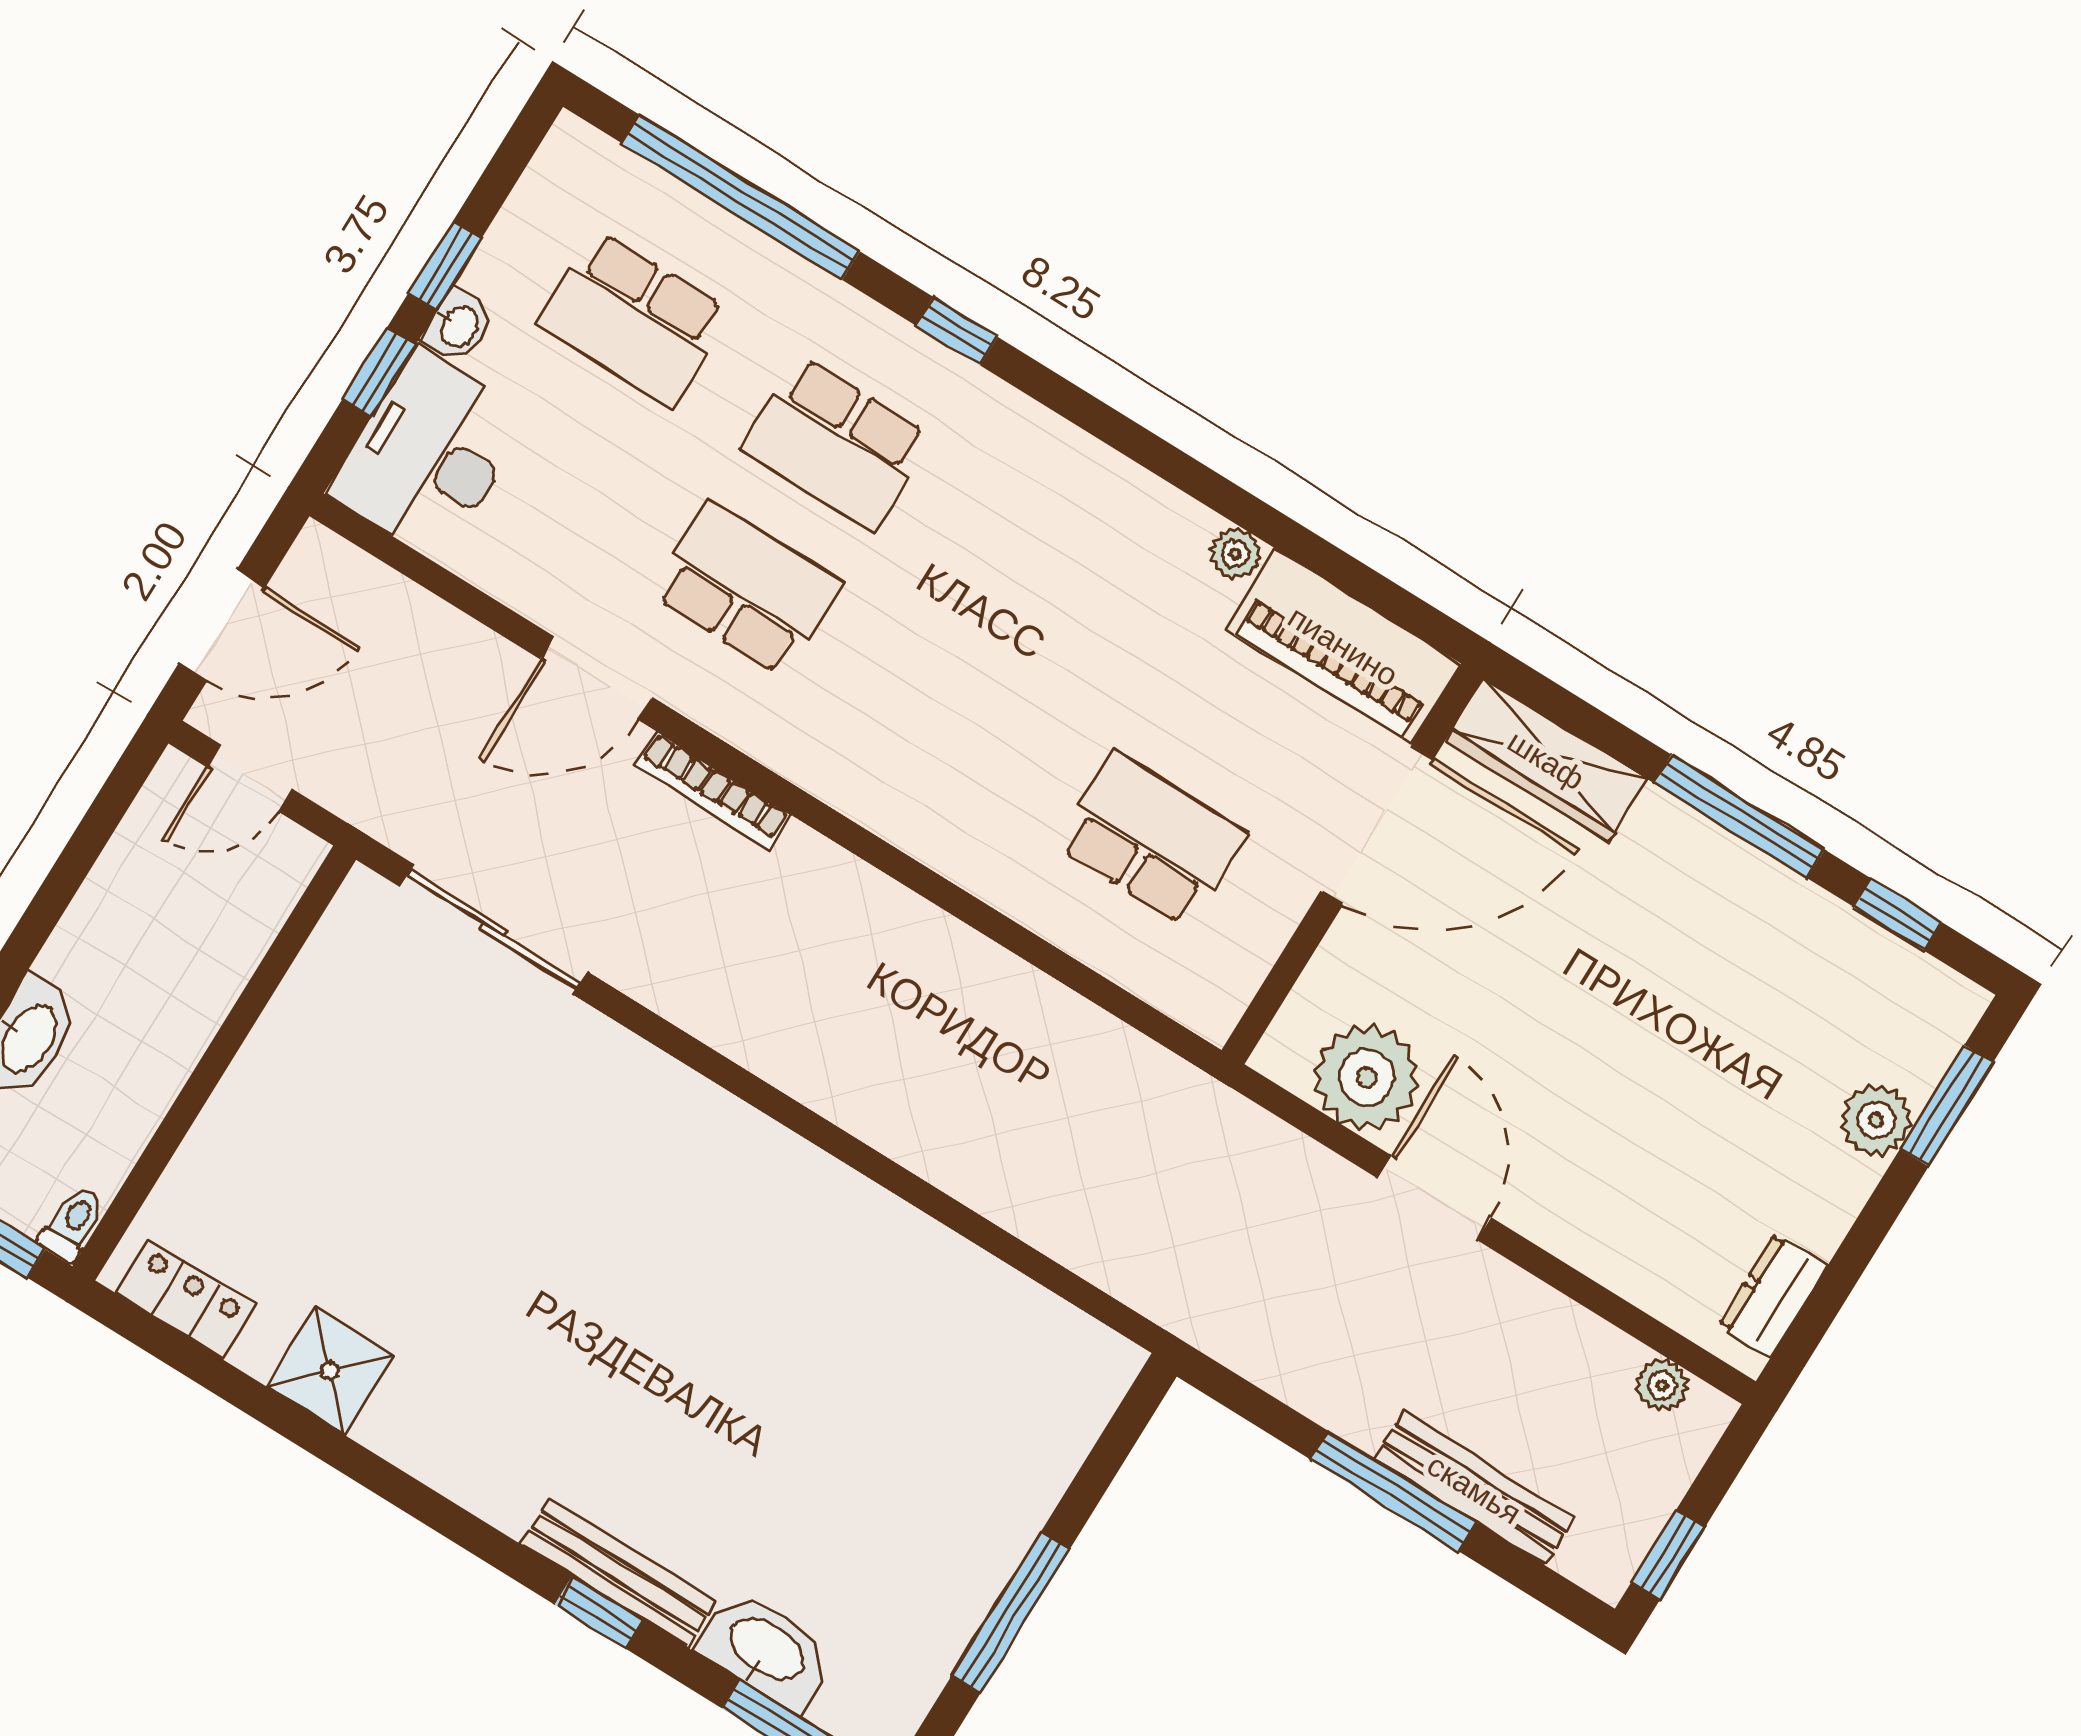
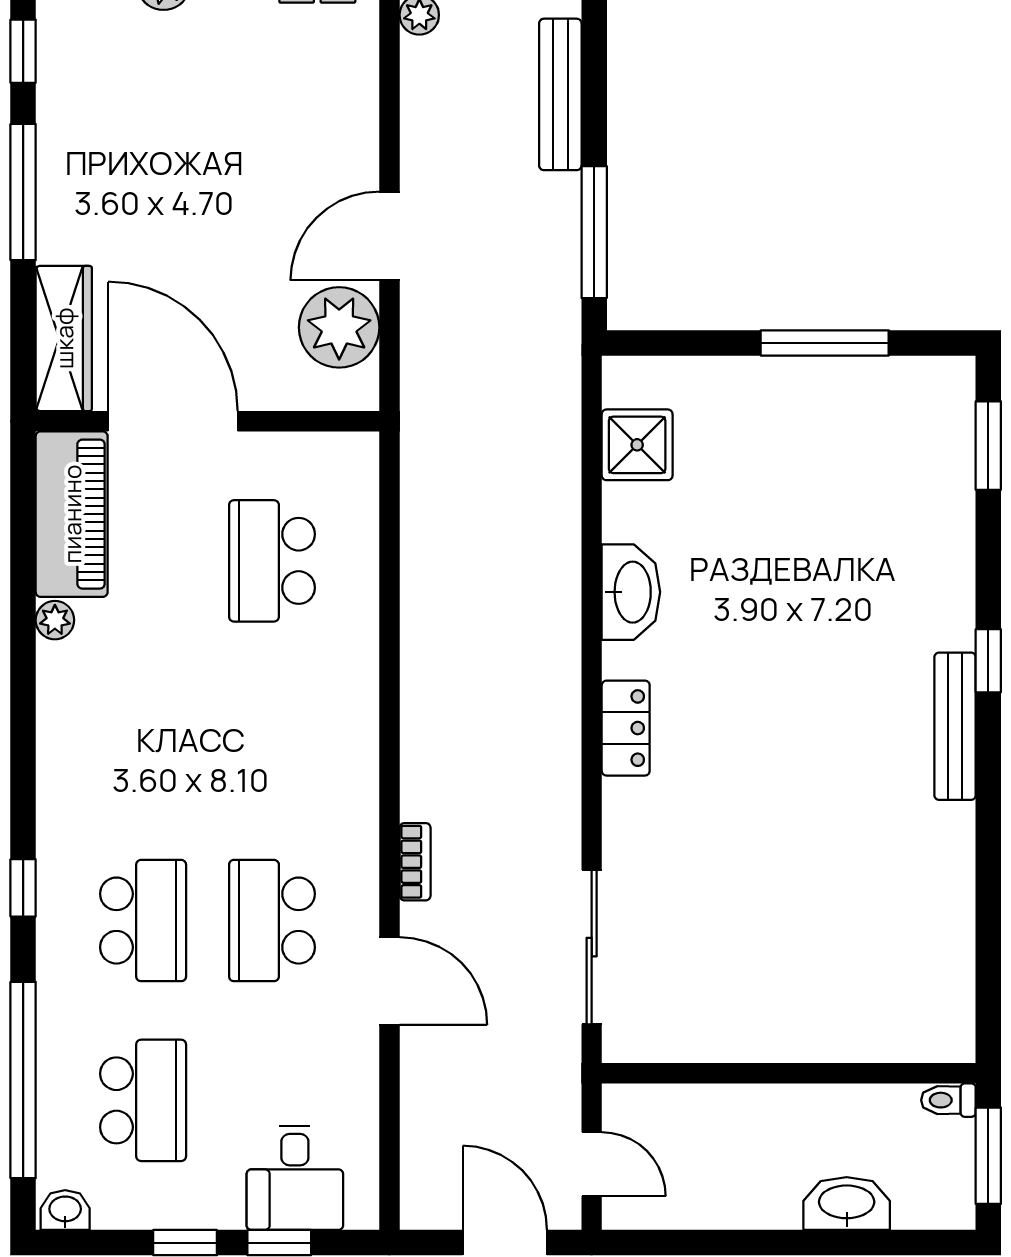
washbasin: (458, 326) -> (65, 1210), moved
desk: (428, 455) -> (295, 1178), width x0.73
bookcase: (713, 790) -> (415, 862), width x0.64
locker: (186, 1299) -> (626, 728), moved, turned 180
shower: (330, 1371) -> (637, 445), moved
window: (1393, 1491) -> (594, 232), moved
bench: (619, 1573) -> (955, 726), moved
window: (599, 1612) -> (988, 661), moved
washbasin: (766, 1651) -> (631, 592), moved, turned 180

